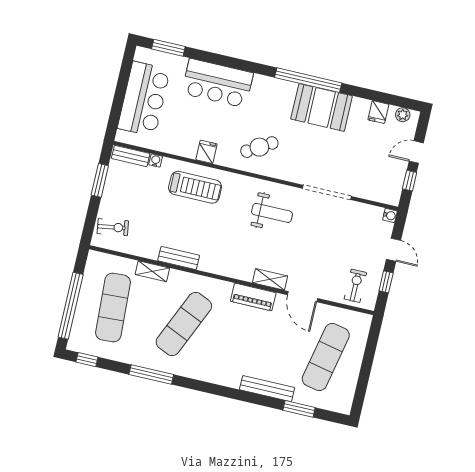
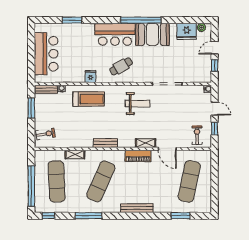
window: (168, 48) -> (72, 20), moved
bar counter: (217, 83) -> (115, 34), moved
fridge: (378, 112) -> (187, 31), width x1.88, depth x1.34
bench: (179, 258) -> (105, 143), moved
bench: (267, 389) -> (137, 208), moved

